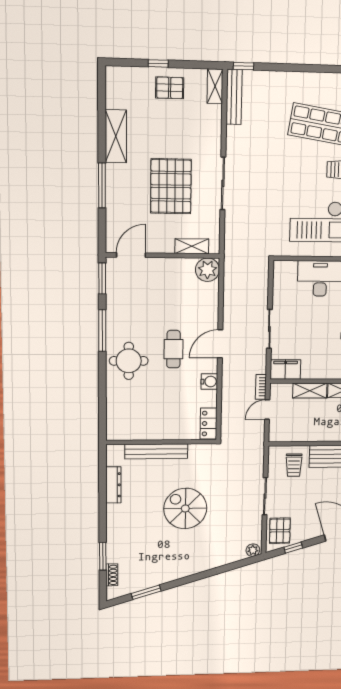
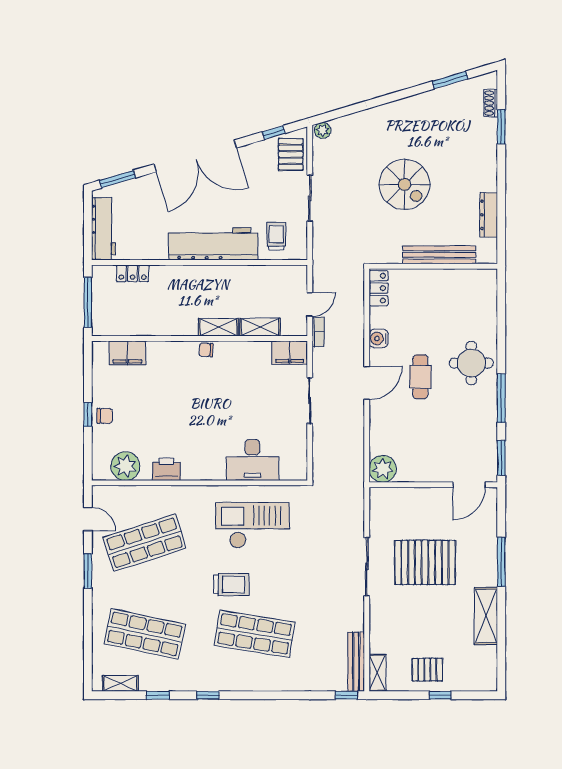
pallet: (171, 186) -> (425, 562), turned 90
shelving: (192, 246) -> (401, 496), removed

